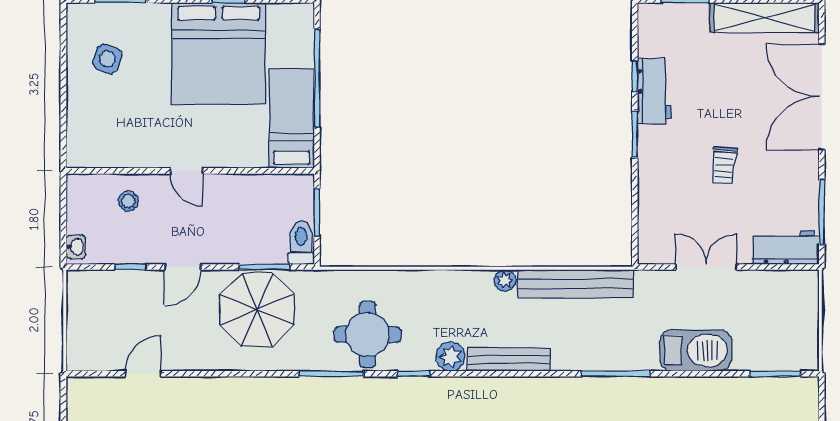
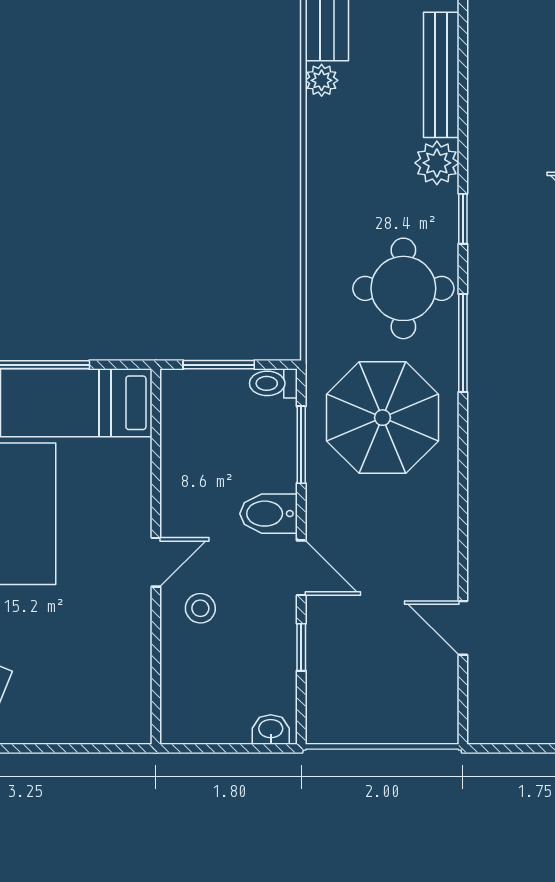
stool: (128, 201) -> (200, 608), moved
toilet: (301, 242) -> (273, 383), width x0.73, depth x0.72
bidet: (219, 245) -> (269, 514), added
parasol: (257, 310) -> (382, 418), moved

